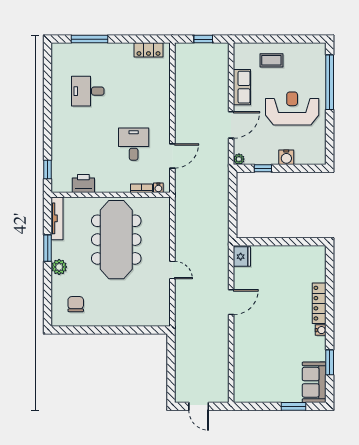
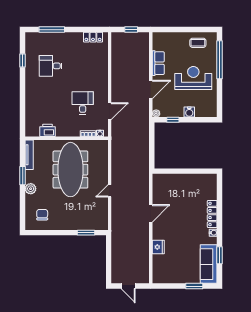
coffee table: (271, 60) -> (198, 43), moved
window: (48, 170) -> (23, 60), moved
fridge: (242, 257) -> (158, 247), moved
door: (172, 270) -> (110, 191), swing flipped
window: (139, 330) -> (86, 233), added
sofa: (314, 382) -> (209, 264), width x1.36

